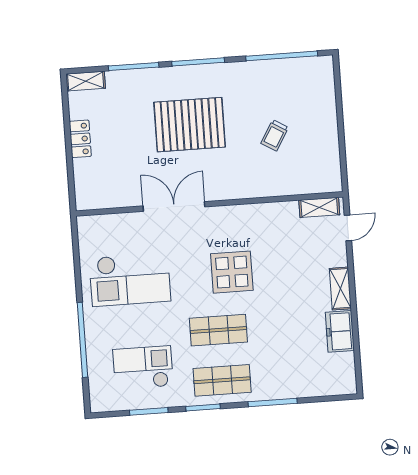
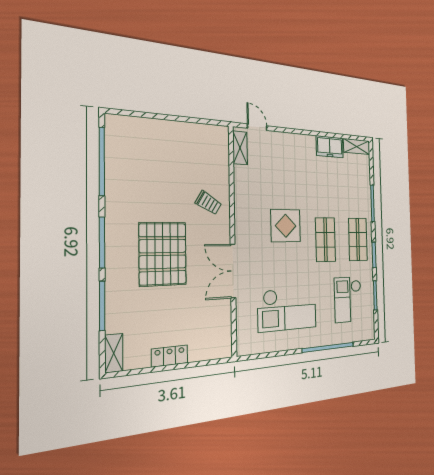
trolley: (275, 135) -> (209, 203), moved
checkout: (130, 279) -> (287, 309), turned 90
shelving: (340, 289) -> (357, 147), moved

